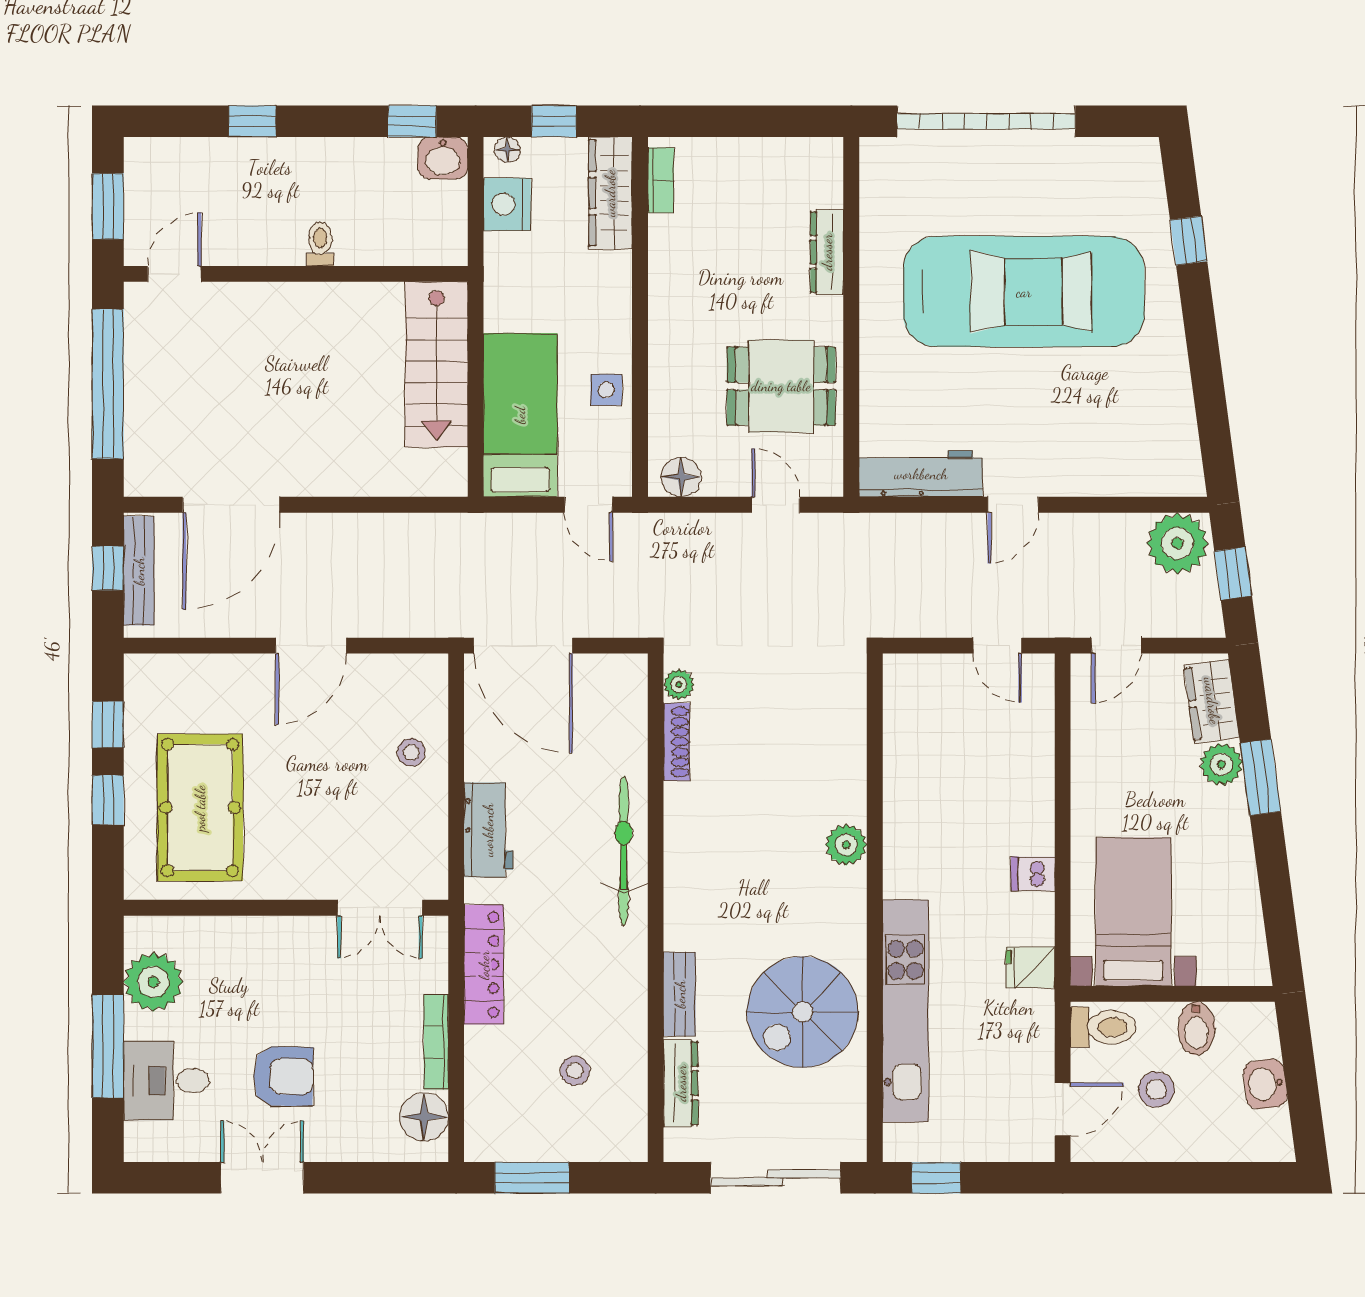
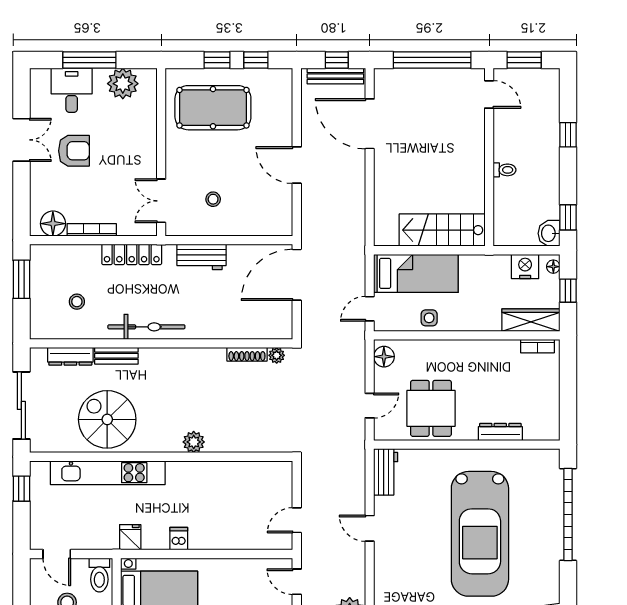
workbench: (921, 474) -> (386, 472), width x0.73
stool: (411, 752) -> (213, 199), moved
bicycle: (624, 851) -> (146, 327), moved
armchair: (283, 1076) -> (74, 151), turned -91

